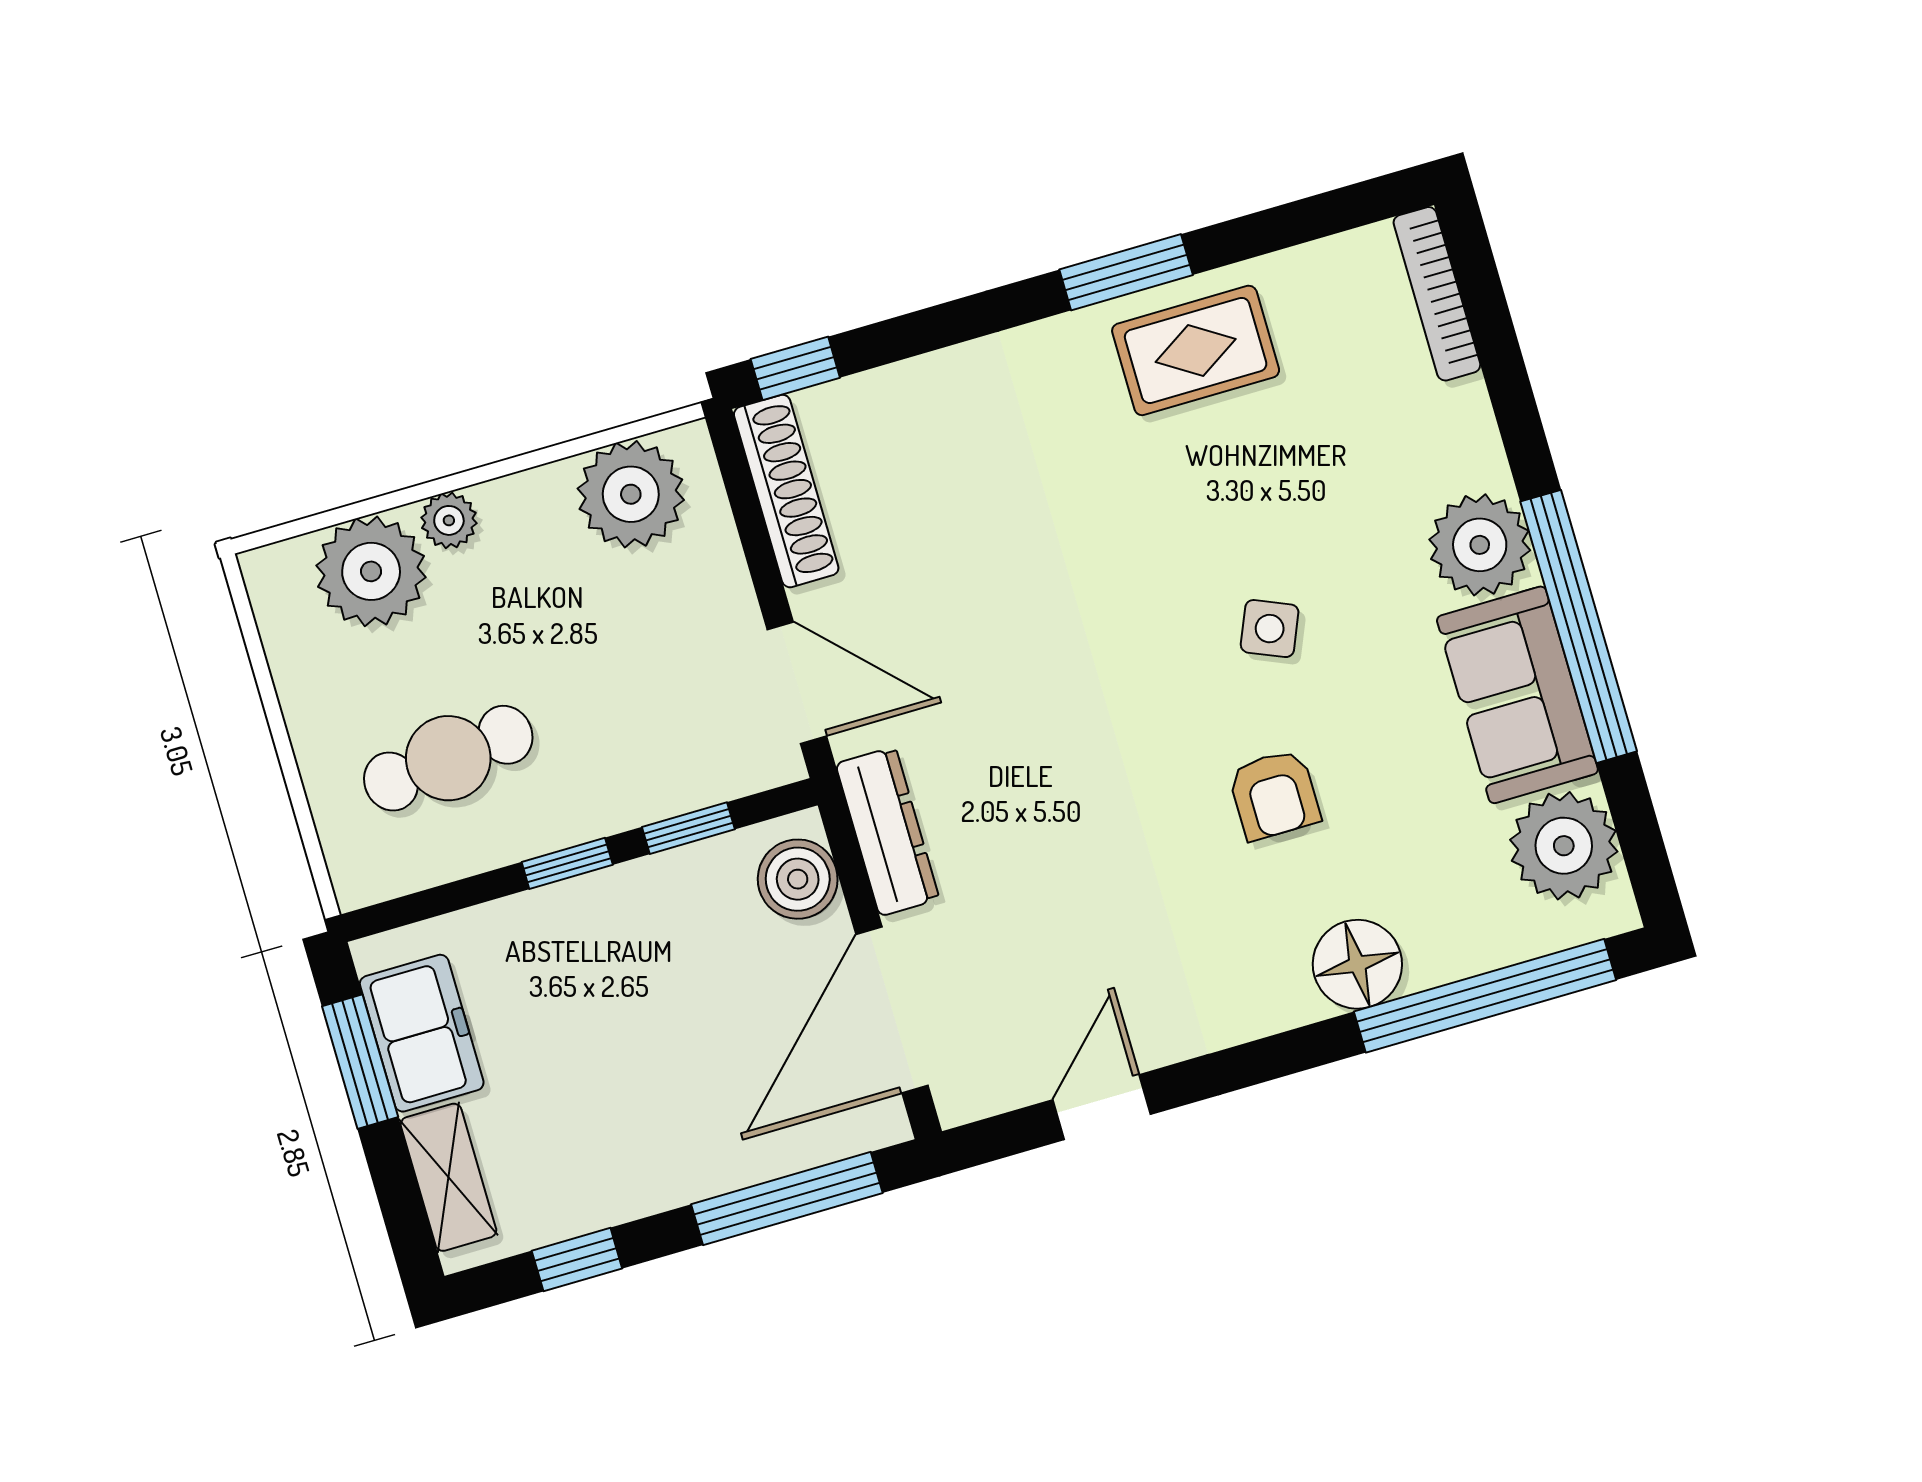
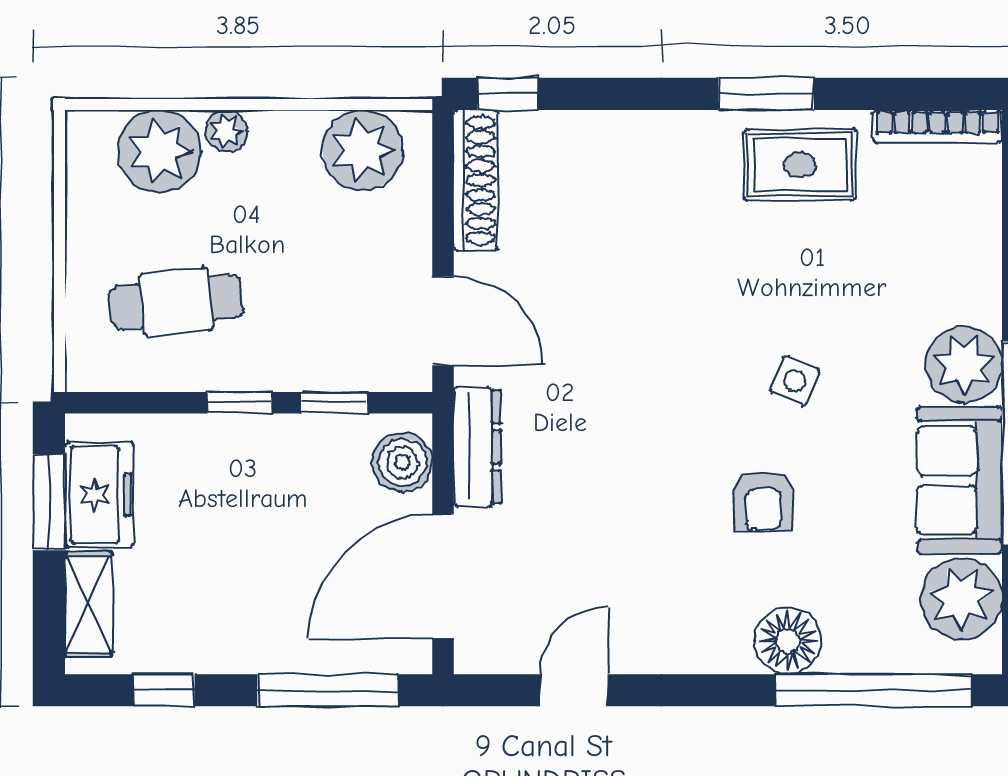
bookcase: (1437, 294) -> (938, 126), moved, turned -90

